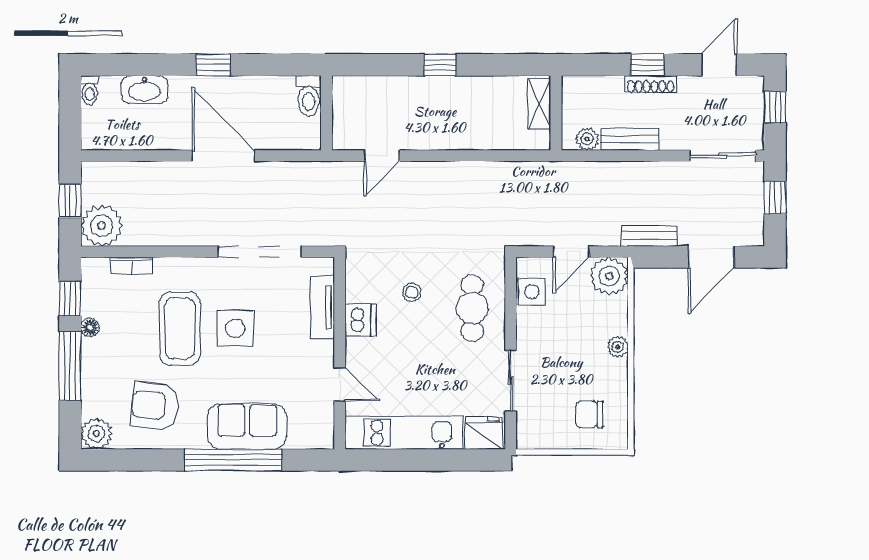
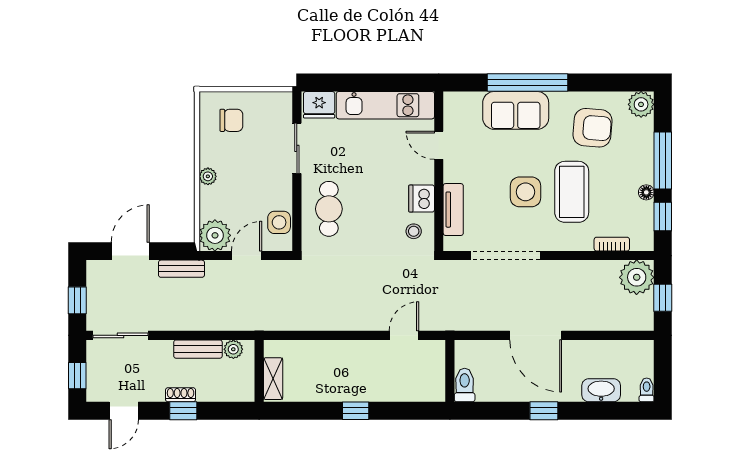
shoe rack: (651, 84) -> (181, 395), width x0.70
stool: (412, 292) -> (414, 231), moved

